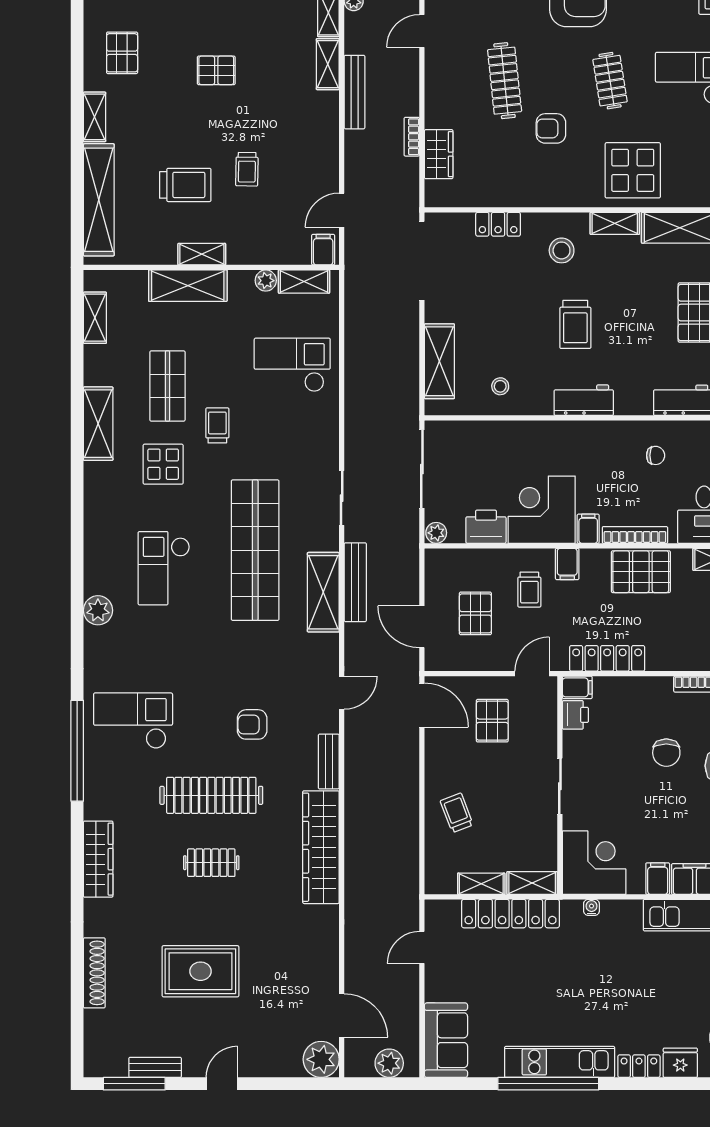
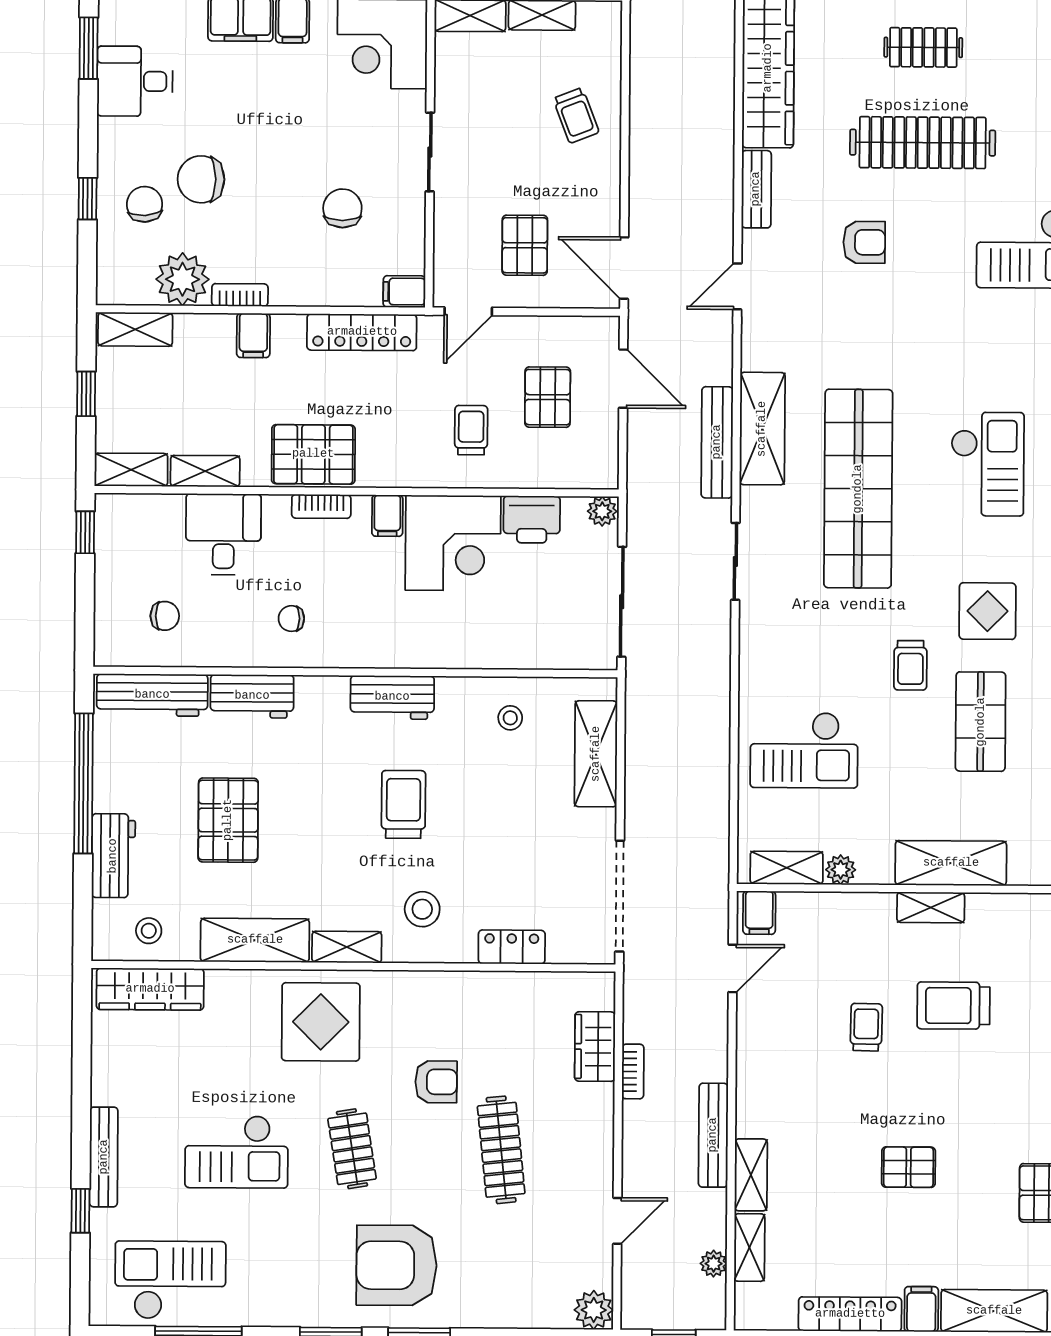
bookcase: (635, 535) -> (321, 506), width x0.64
filing cabinet: (567, 564) -> (253, 335), moved, turned 180
printer: (575, 715) -> (407, 253), removed
chair: (666, 753) -> (342, 208), moved

